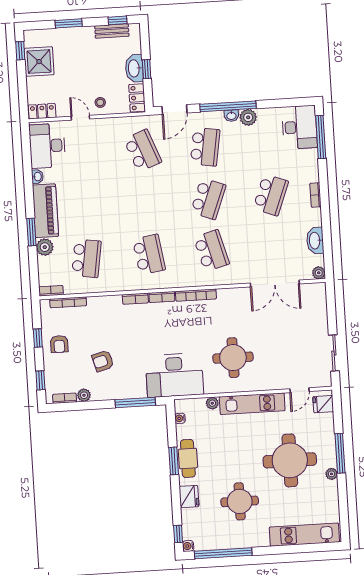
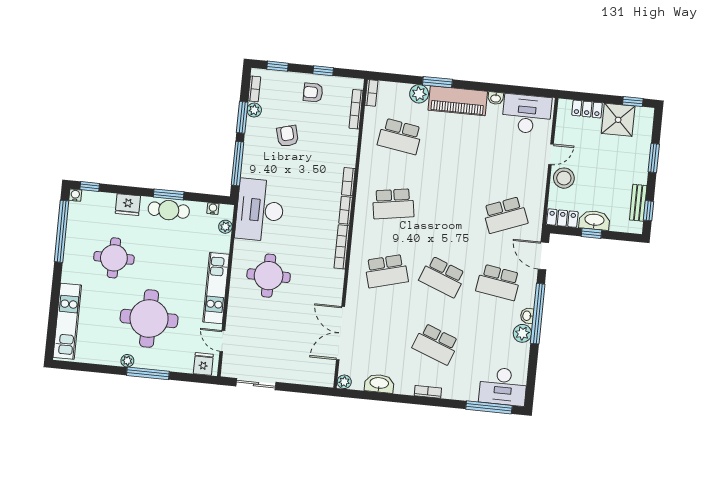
stool: (100, 102) -> (564, 178), width x1.89, depth x1.89
locker: (42, 111) -> (587, 109), moved, turned 90
plant: (212, 403) -> (225, 227), moved
window: (92, 405) -> (242, 117), added

